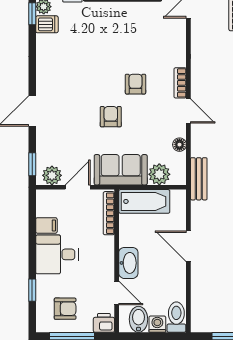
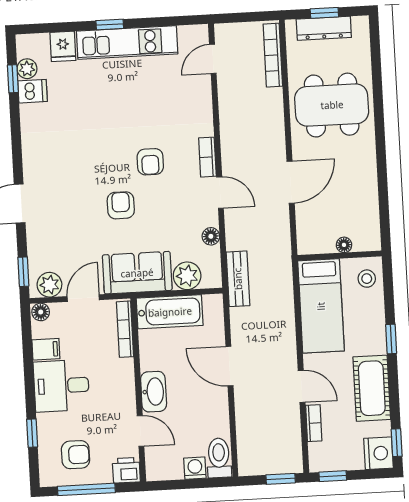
armchair: (135, 84) -> (150, 162), turned 180
floor lamp: (44, 196) -> (41, 312), added
bidet: (138, 319) -> (170, 463), removed

